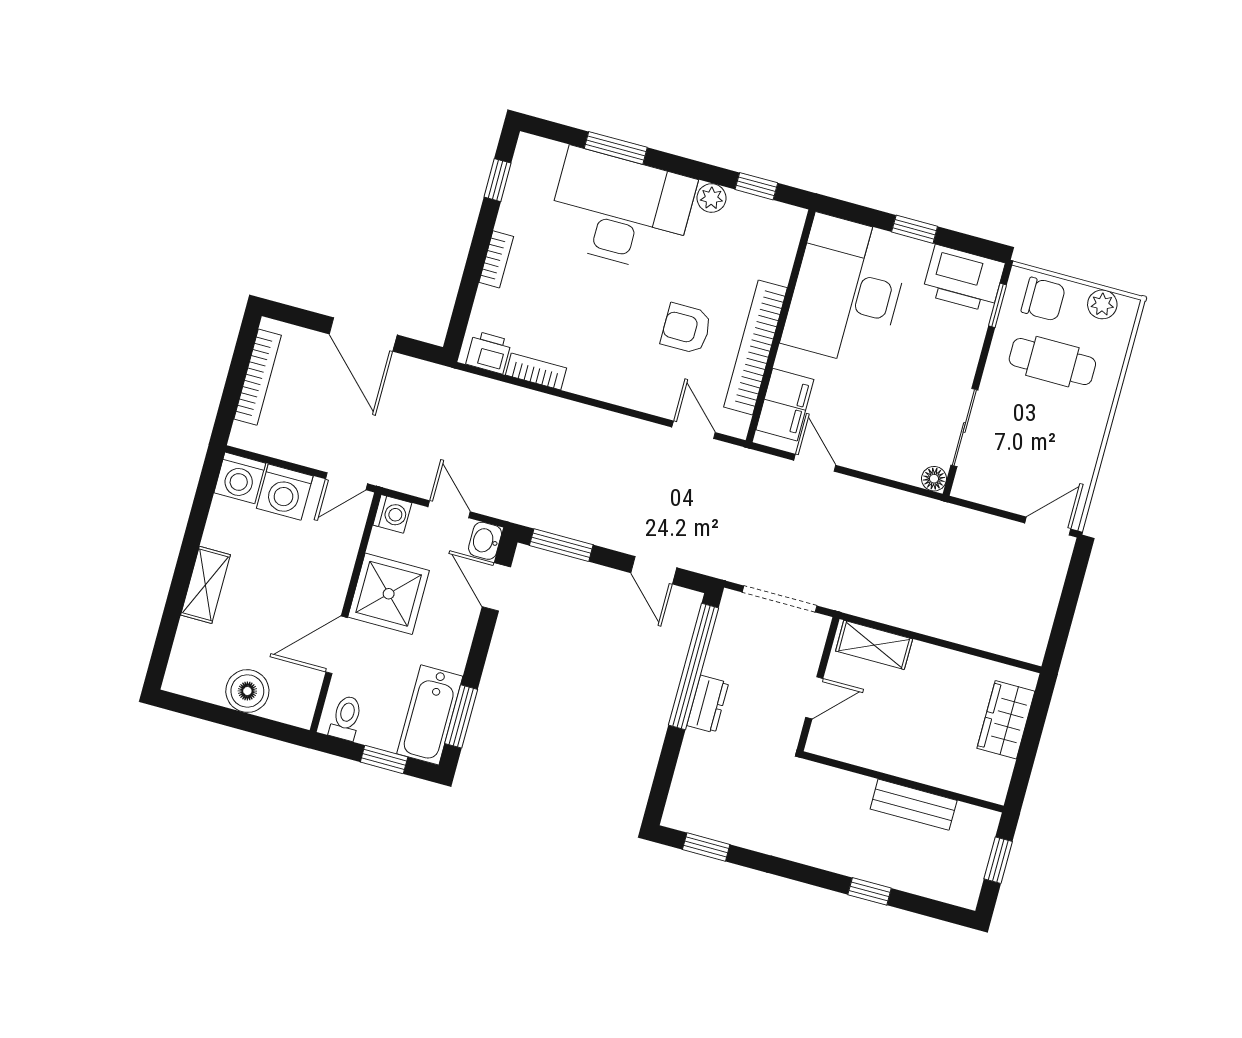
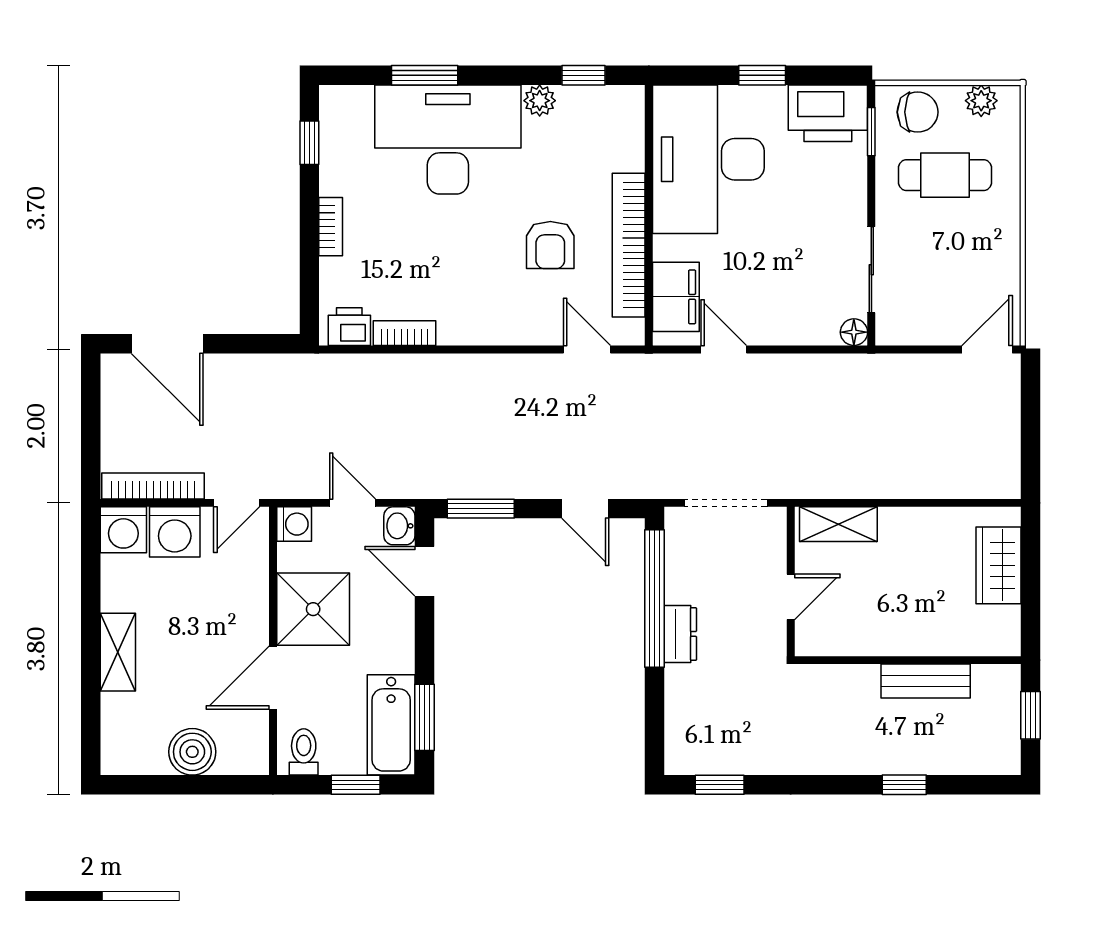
armchair: (686, 329) -> (550, 245), turned -90
door: (363, 335) -> (167, 344), moved
bookcase: (258, 377) -> (153, 486), moved, turned -90

